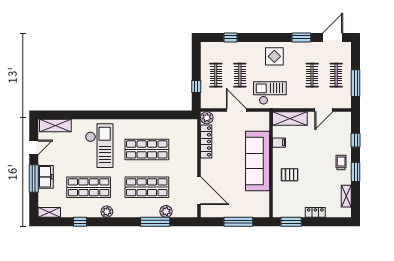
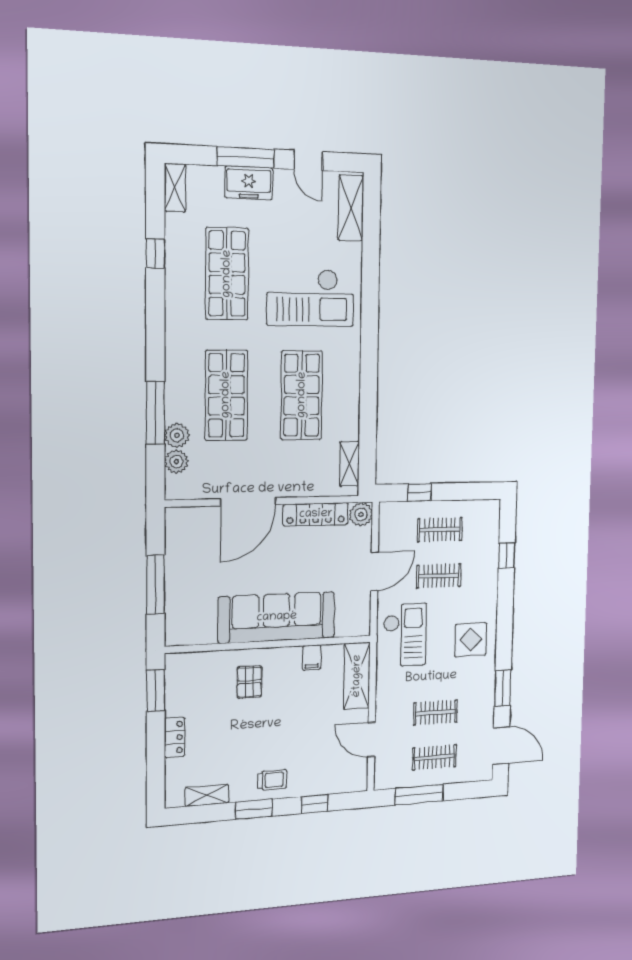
shelving: (181, 124) -> (349, 464), added
door: (199, 191) -> (248, 502), moved
plant: (107, 212) -> (176, 462), moved

